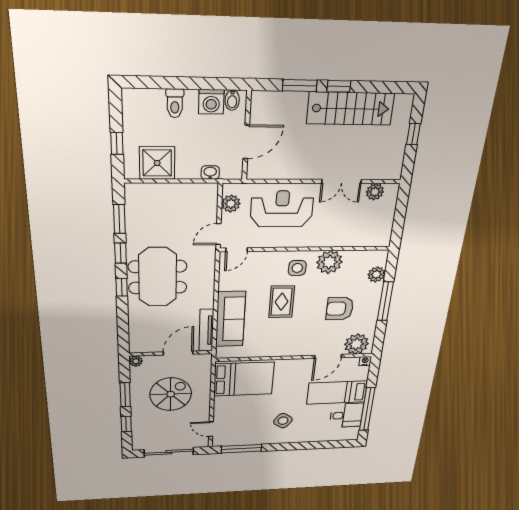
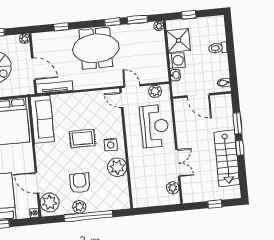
washing machine: (211, 102) -> (177, 60), moved, turned 180
double door: (342, 181) -> (178, 163), swing flipped
plant: (132, 190) -> (159, 26), added
plant: (376, 274) -> (79, 207), moved
window: (122, 287) -> (61, 27), moved
window: (385, 301) -> (88, 216), width x1.46
sofa: (230, 319) -> (42, 119), moved, turned -90

